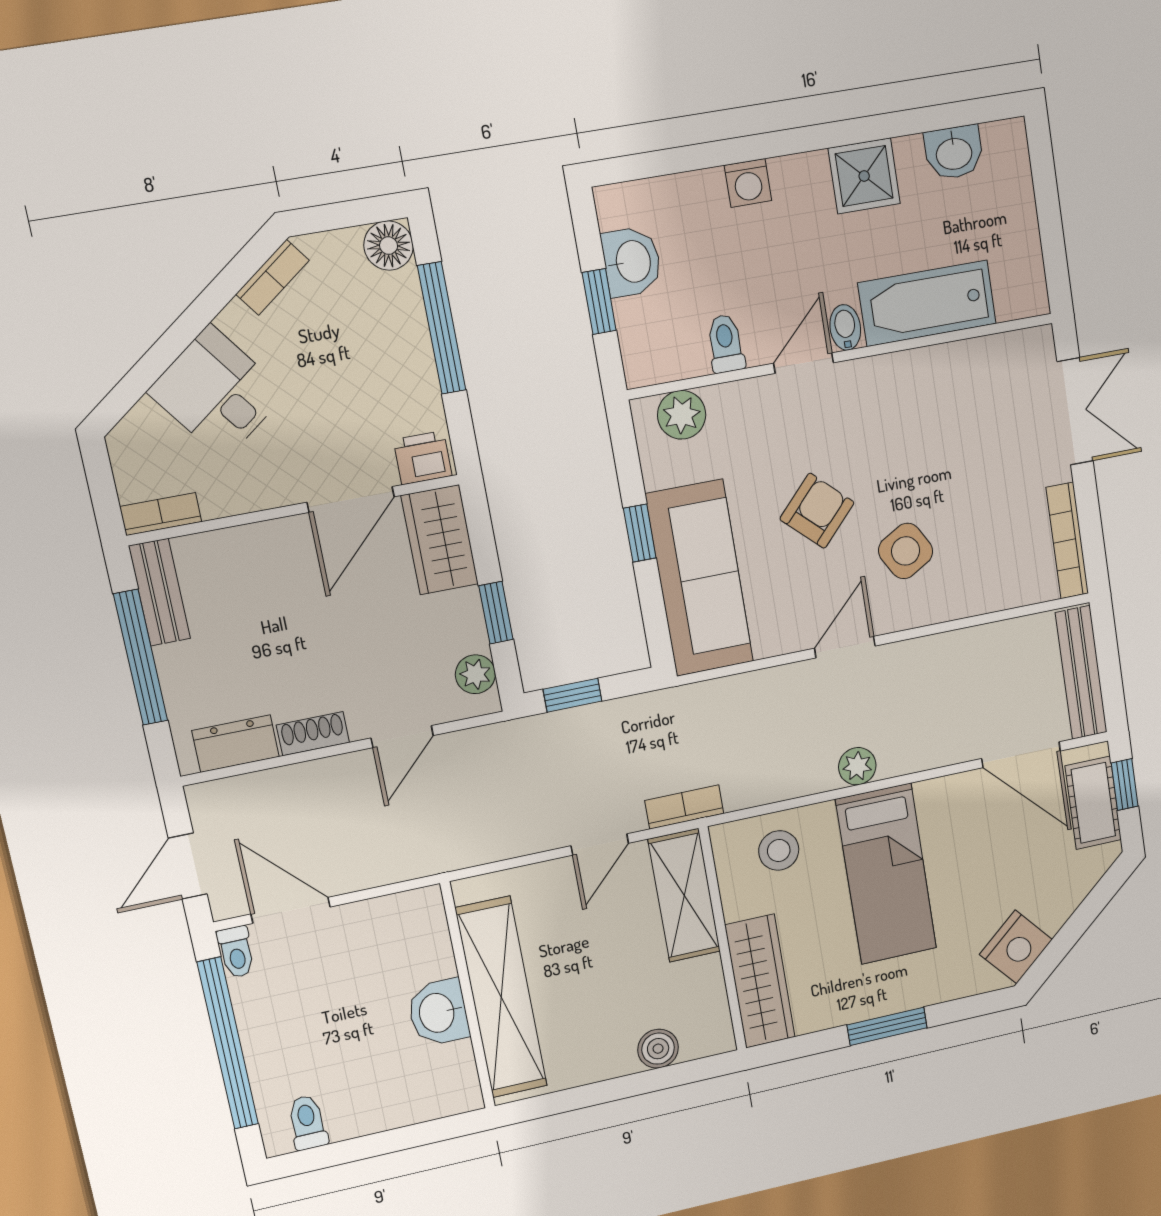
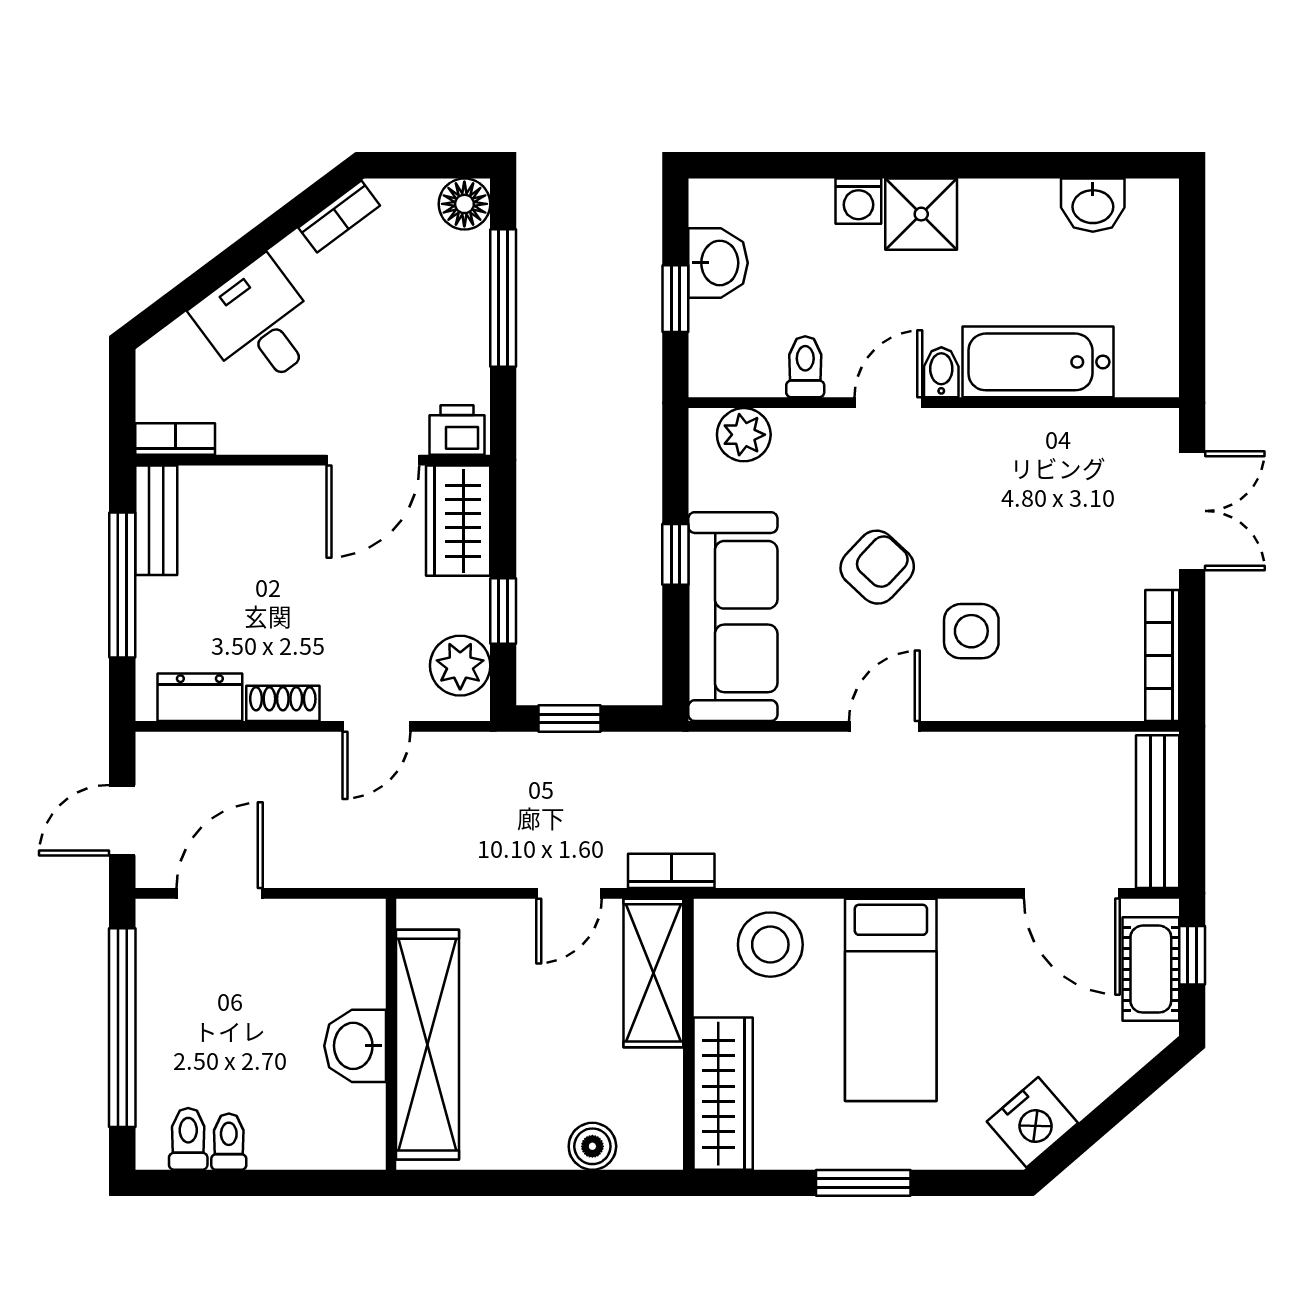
shower: (864, 176) -> (921, 214), moved
side table: (906, 551) -> (971, 631), turned 30
plant: (475, 674) -> (460, 666), width x1.38, depth x1.38
plant: (857, 766) -> (877, 866), removed
stool: (779, 850) -> (770, 945), width x1.38, depth x1.38
door: (291, 910) -> (220, 893), hinge flipped
toilet: (236, 952) -> (229, 1142), moved, turned 180

